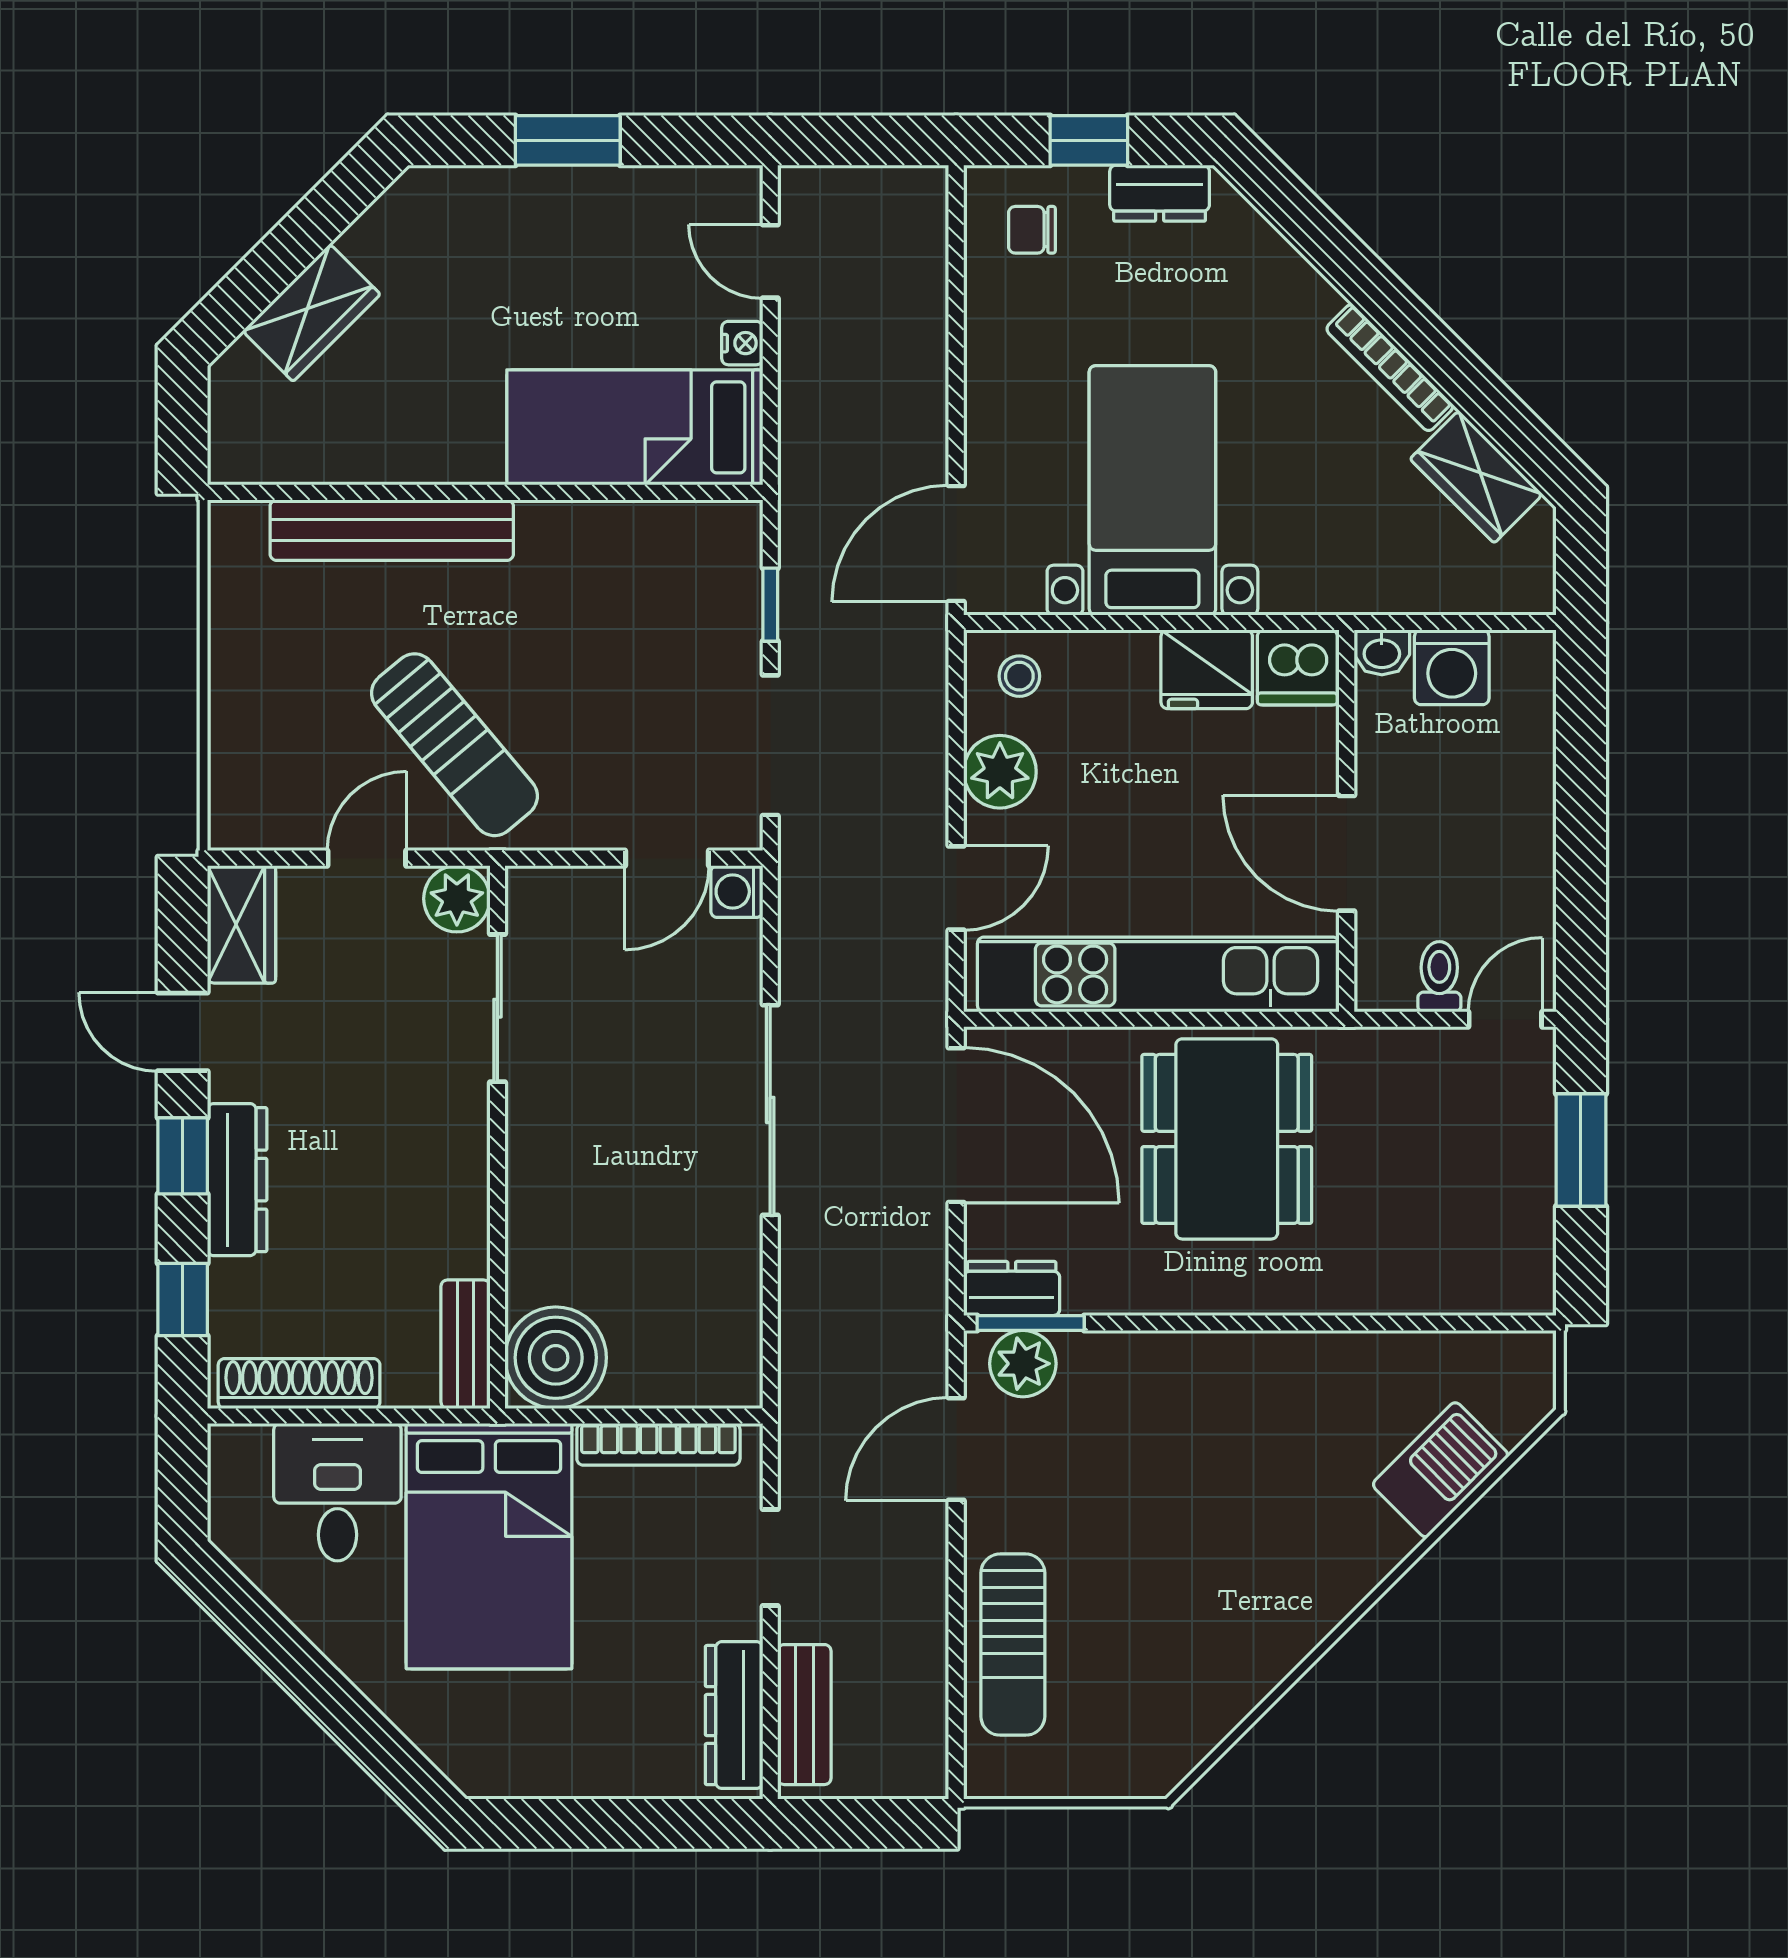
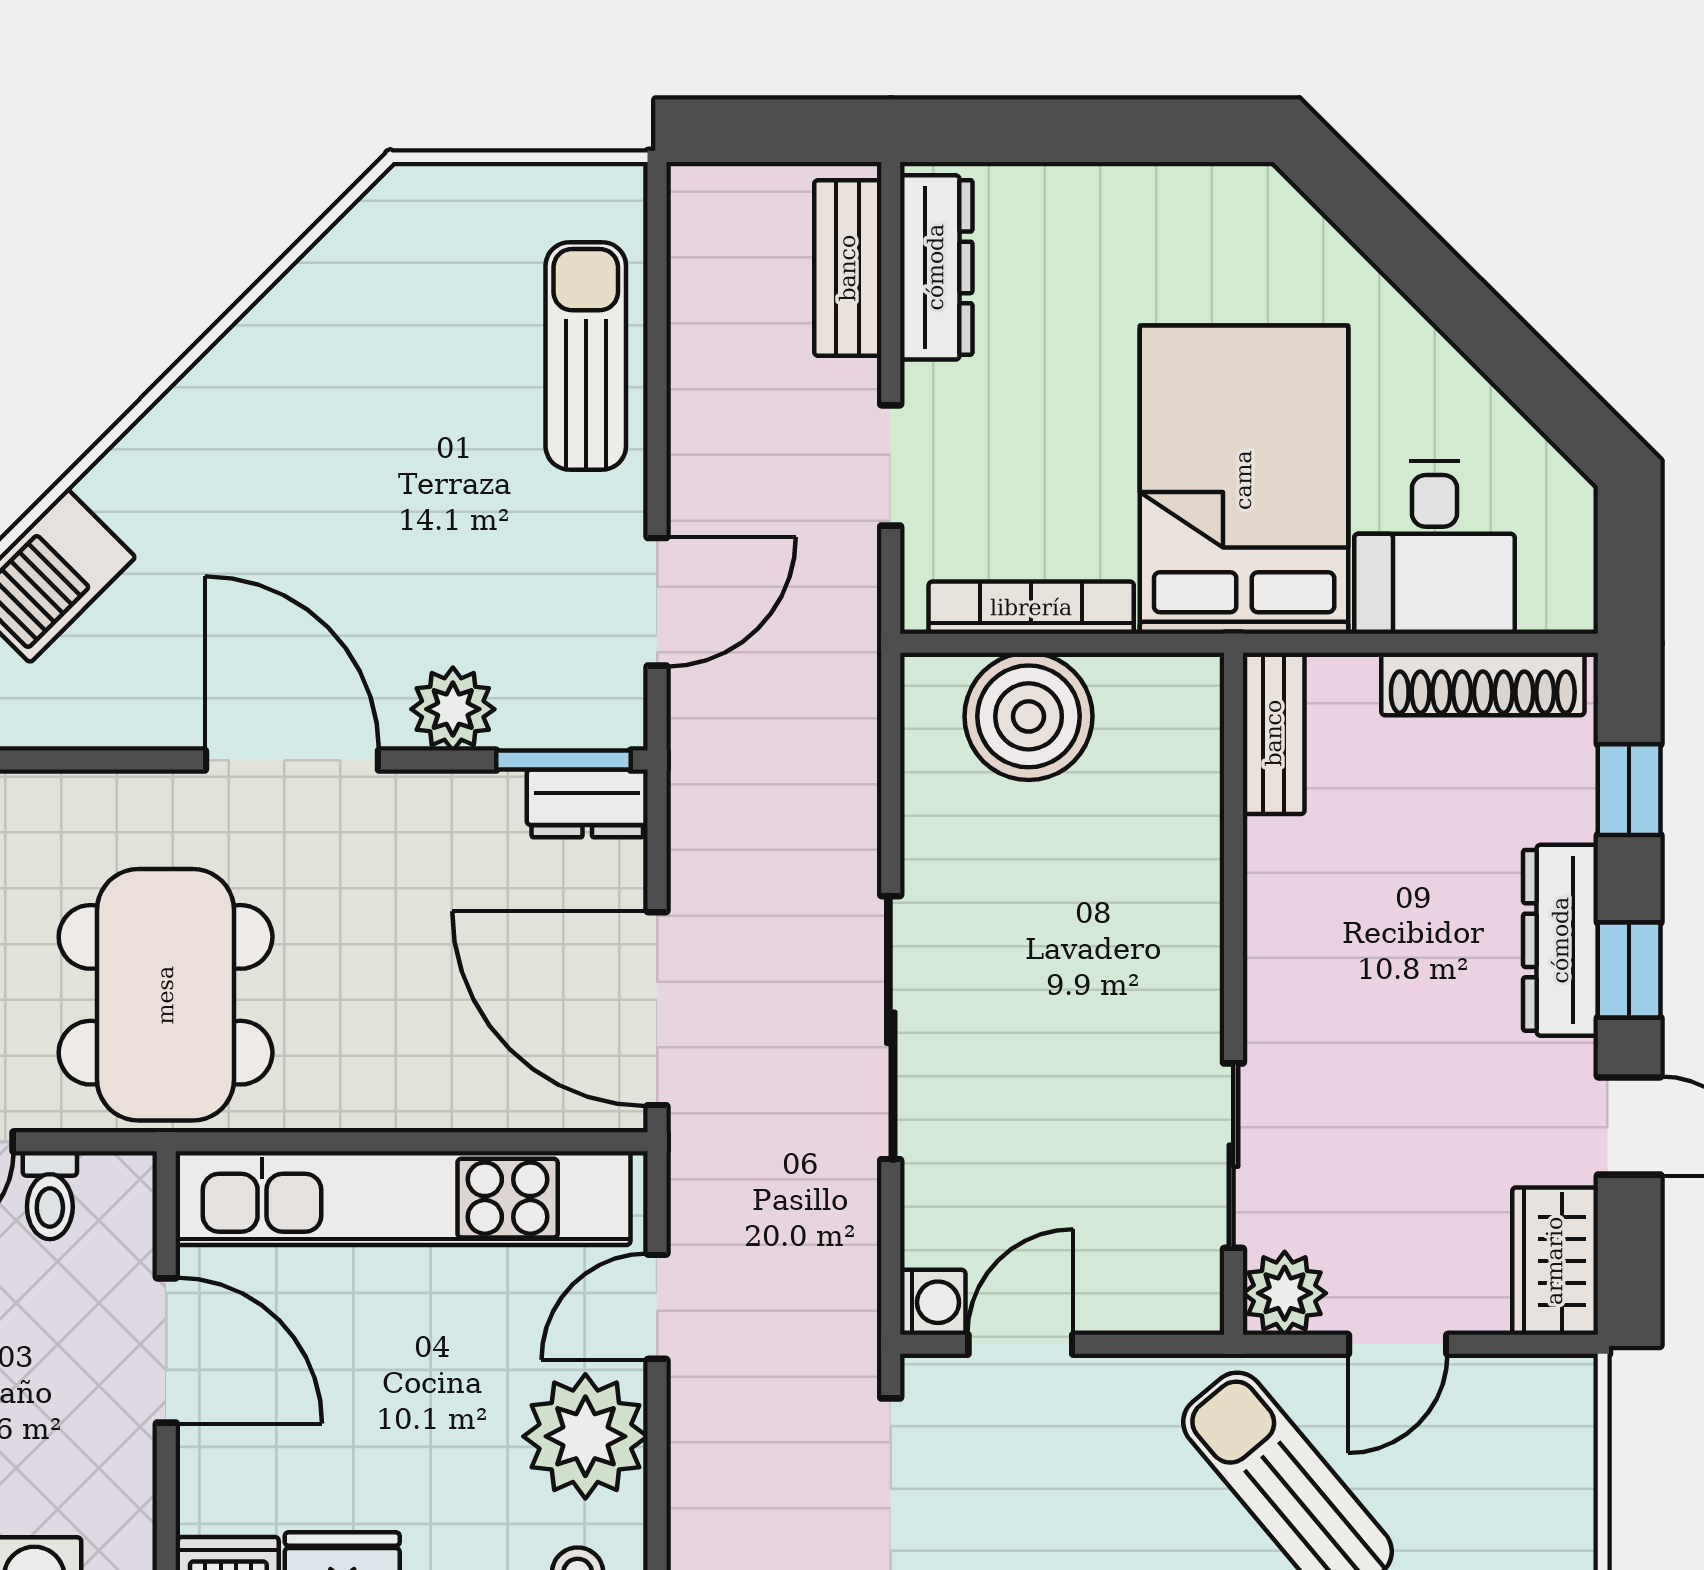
plant: (1000, 772) -> (585, 1436), width x1.36, depth x1.36
dining table: (1227, 1139) -> (166, 995), moved
door: (1247, 1323) -> (292, 760), added
boiler: (556, 1358) -> (1029, 716), moved
plant: (1023, 1364) -> (453, 709), moved

